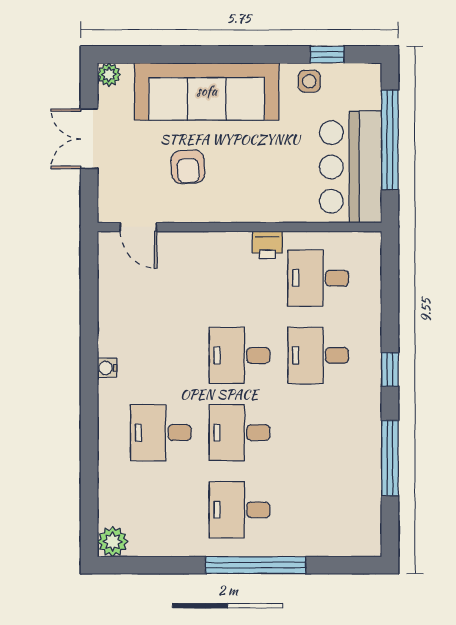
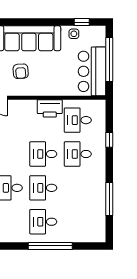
printer: (267, 245) -> (50, 108), width x1.87, depth x1.48
window: (390, 369) -> (109, 140), moved

